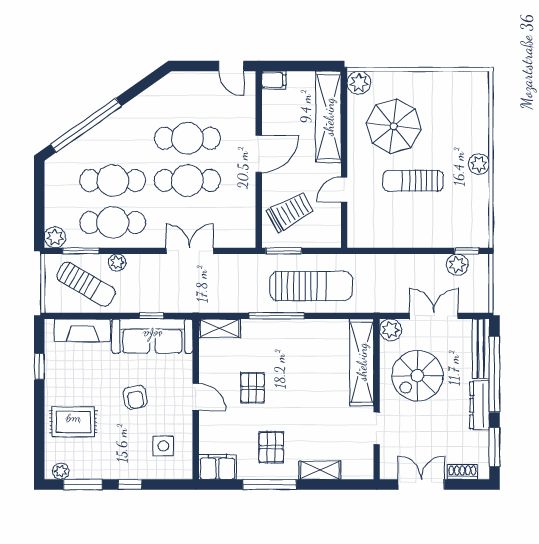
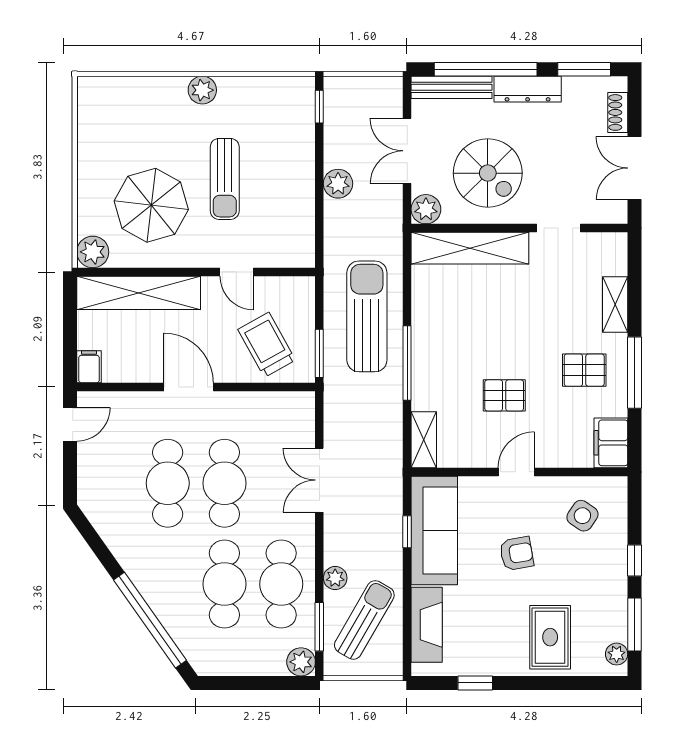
plant: (457, 265) -> (338, 184), moved
side table: (163, 446) -> (582, 516), turned 34

